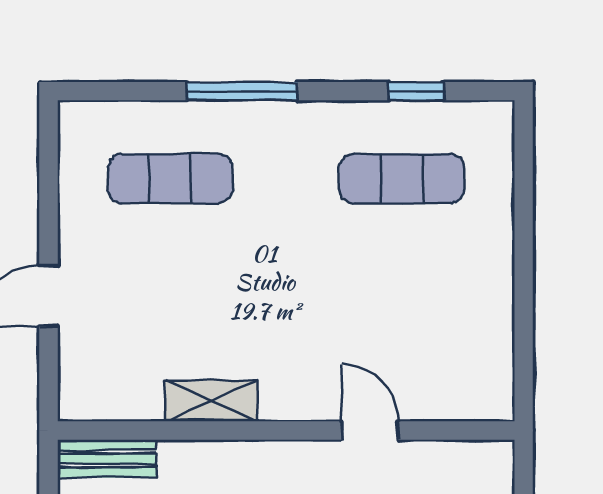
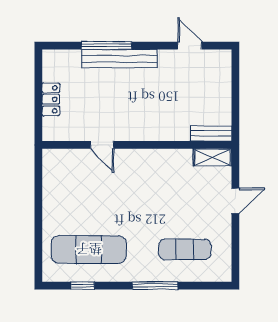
exercise mat: (402, 179) -> (89, 249), width x1.36, depth x1.45
shelving: (211, 401) -> (212, 157), moved

